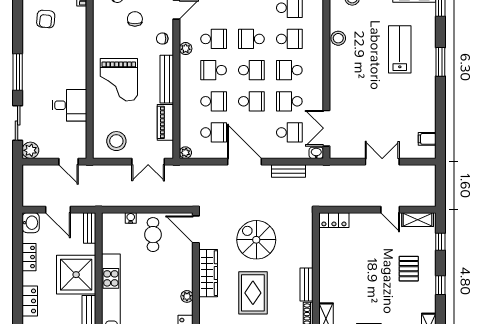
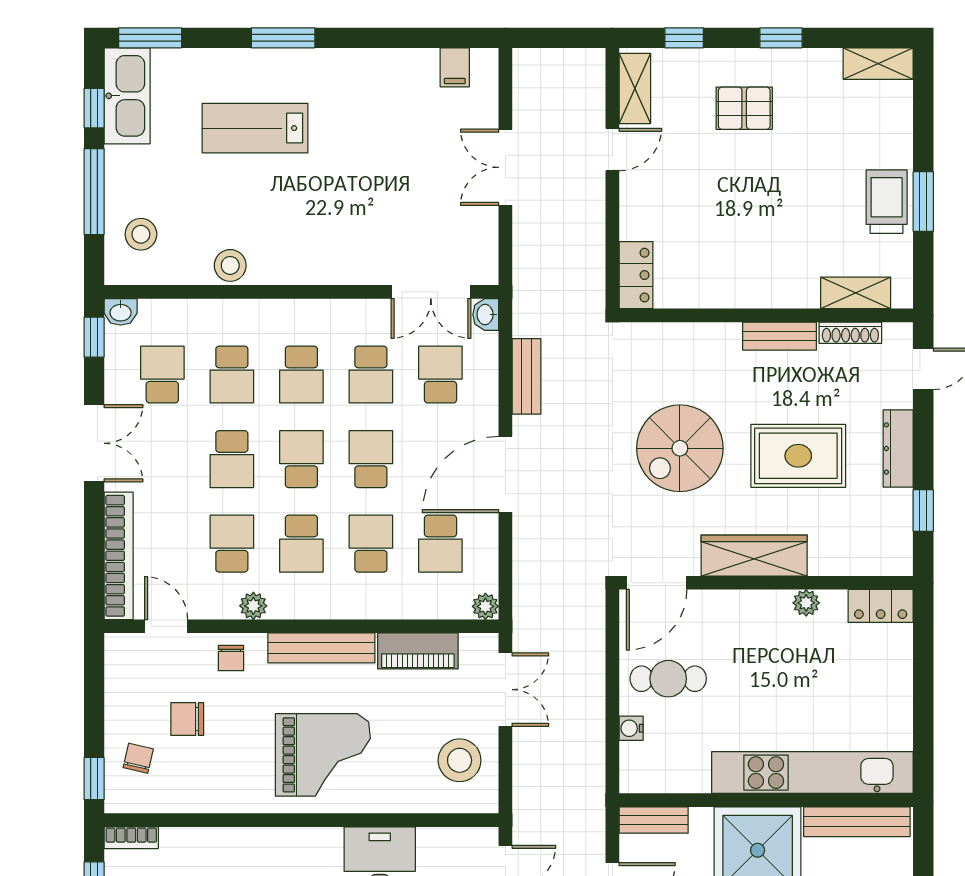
school desk: (289, 39) -> (232, 375), turned 180
school desk: (214, 132) -> (440, 544), turned 180

